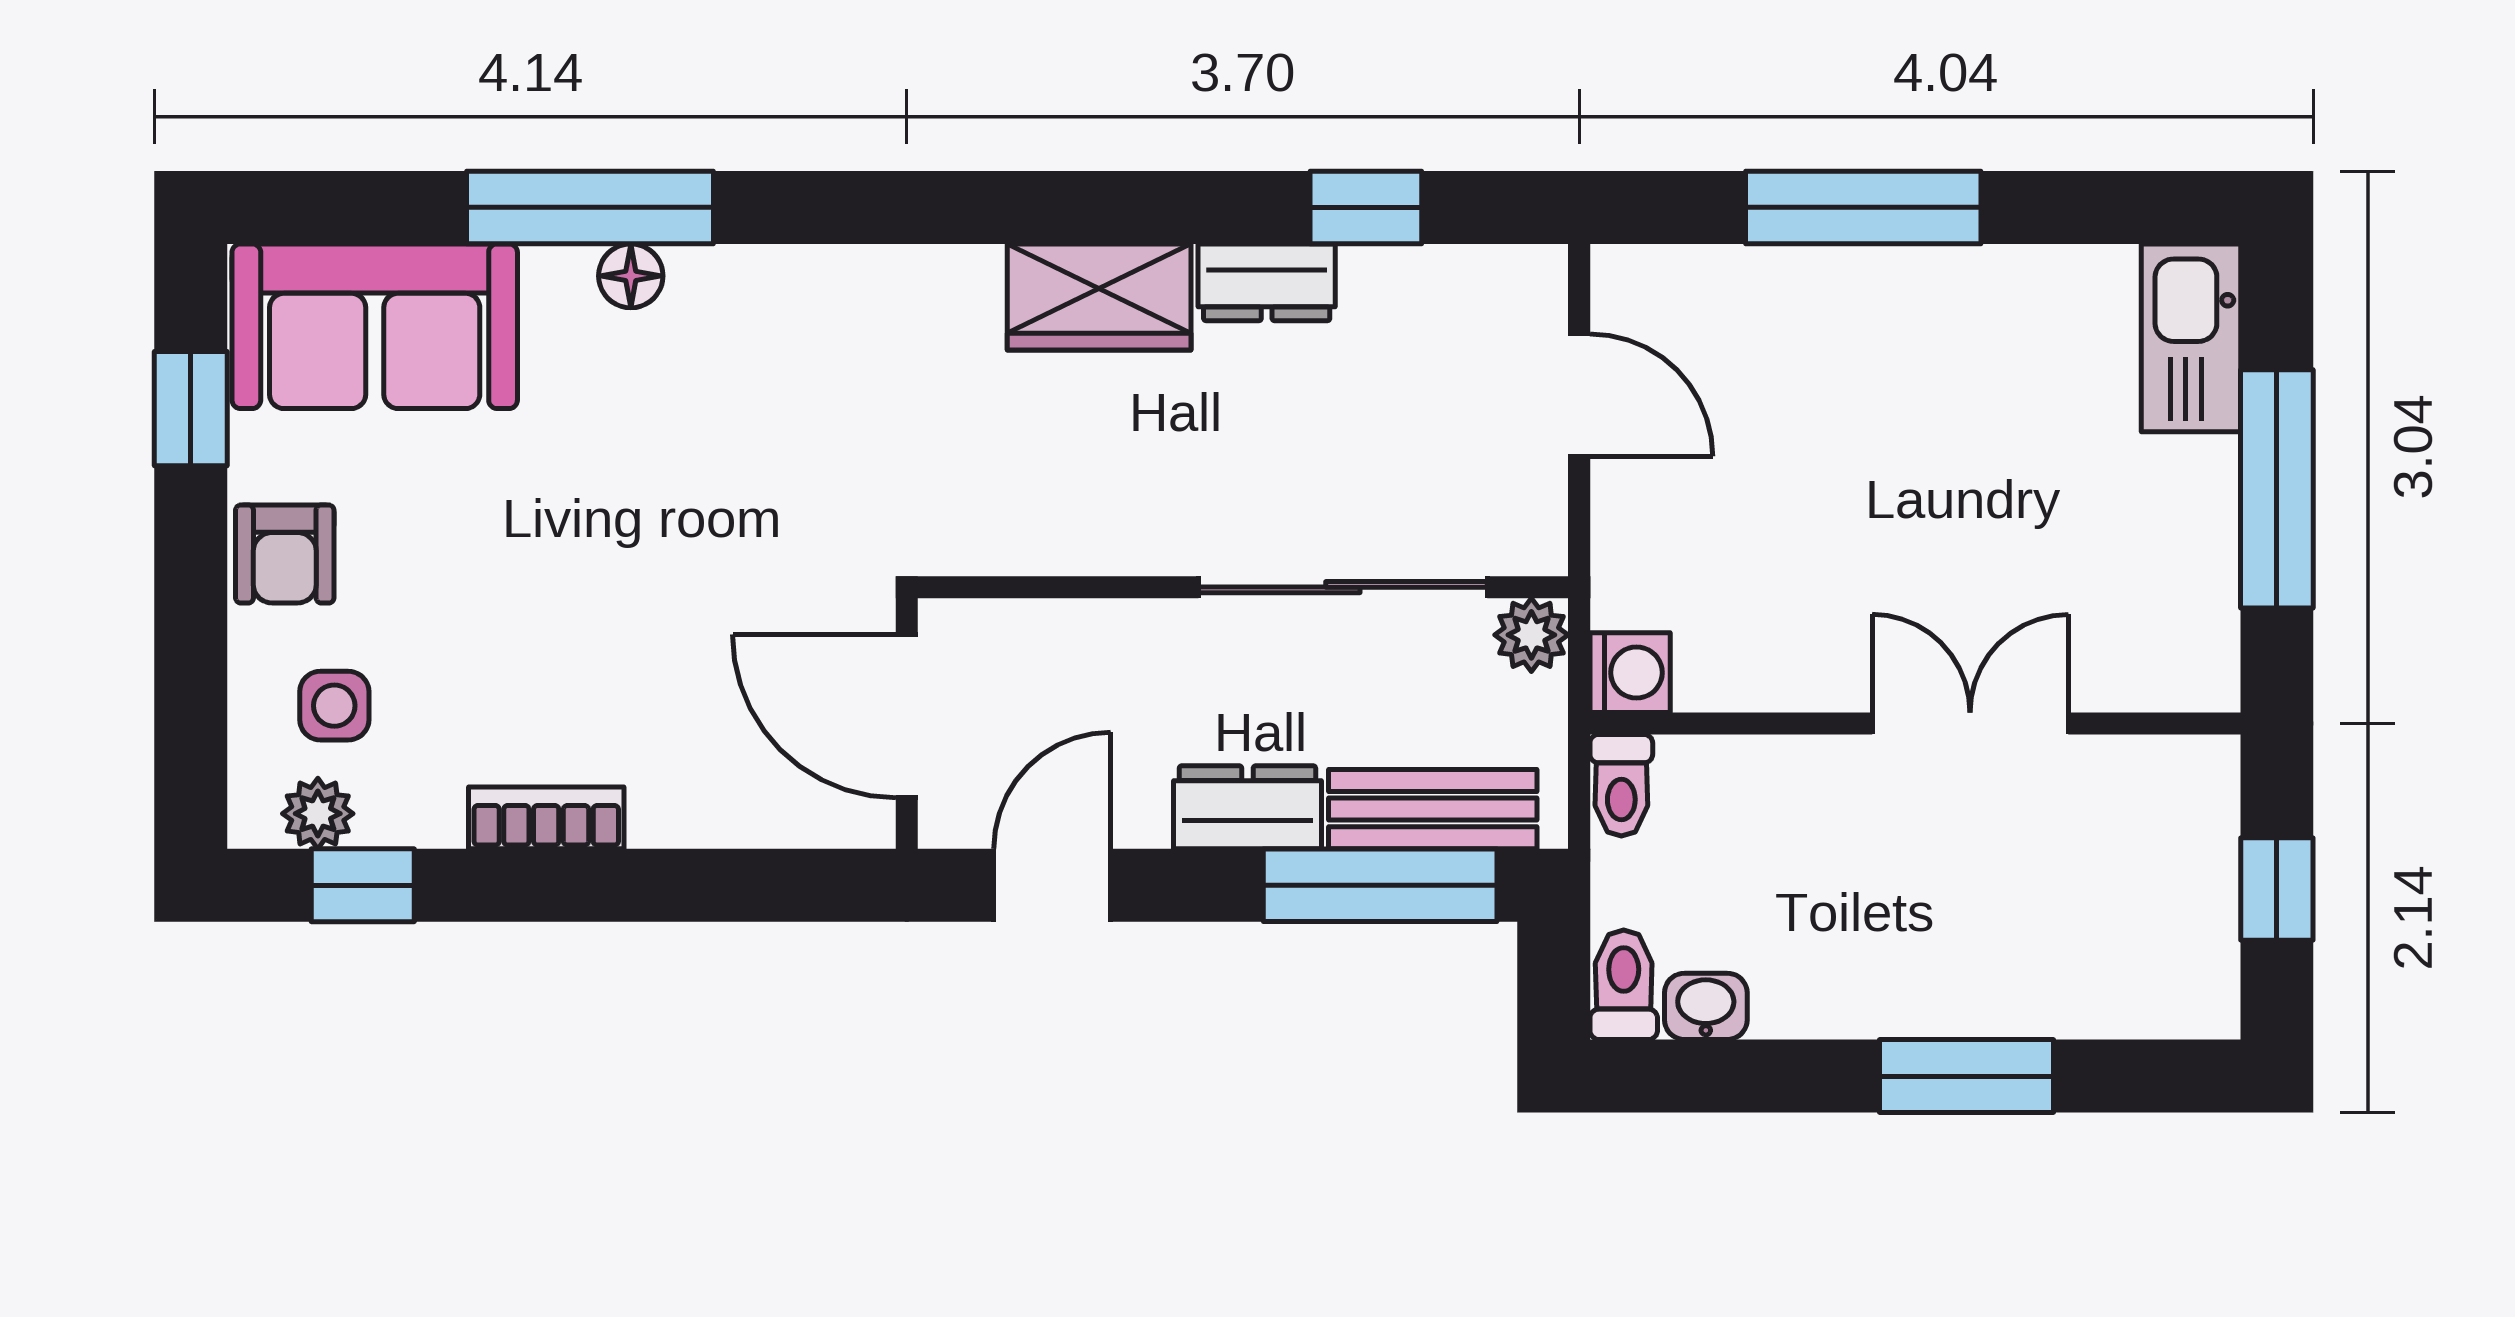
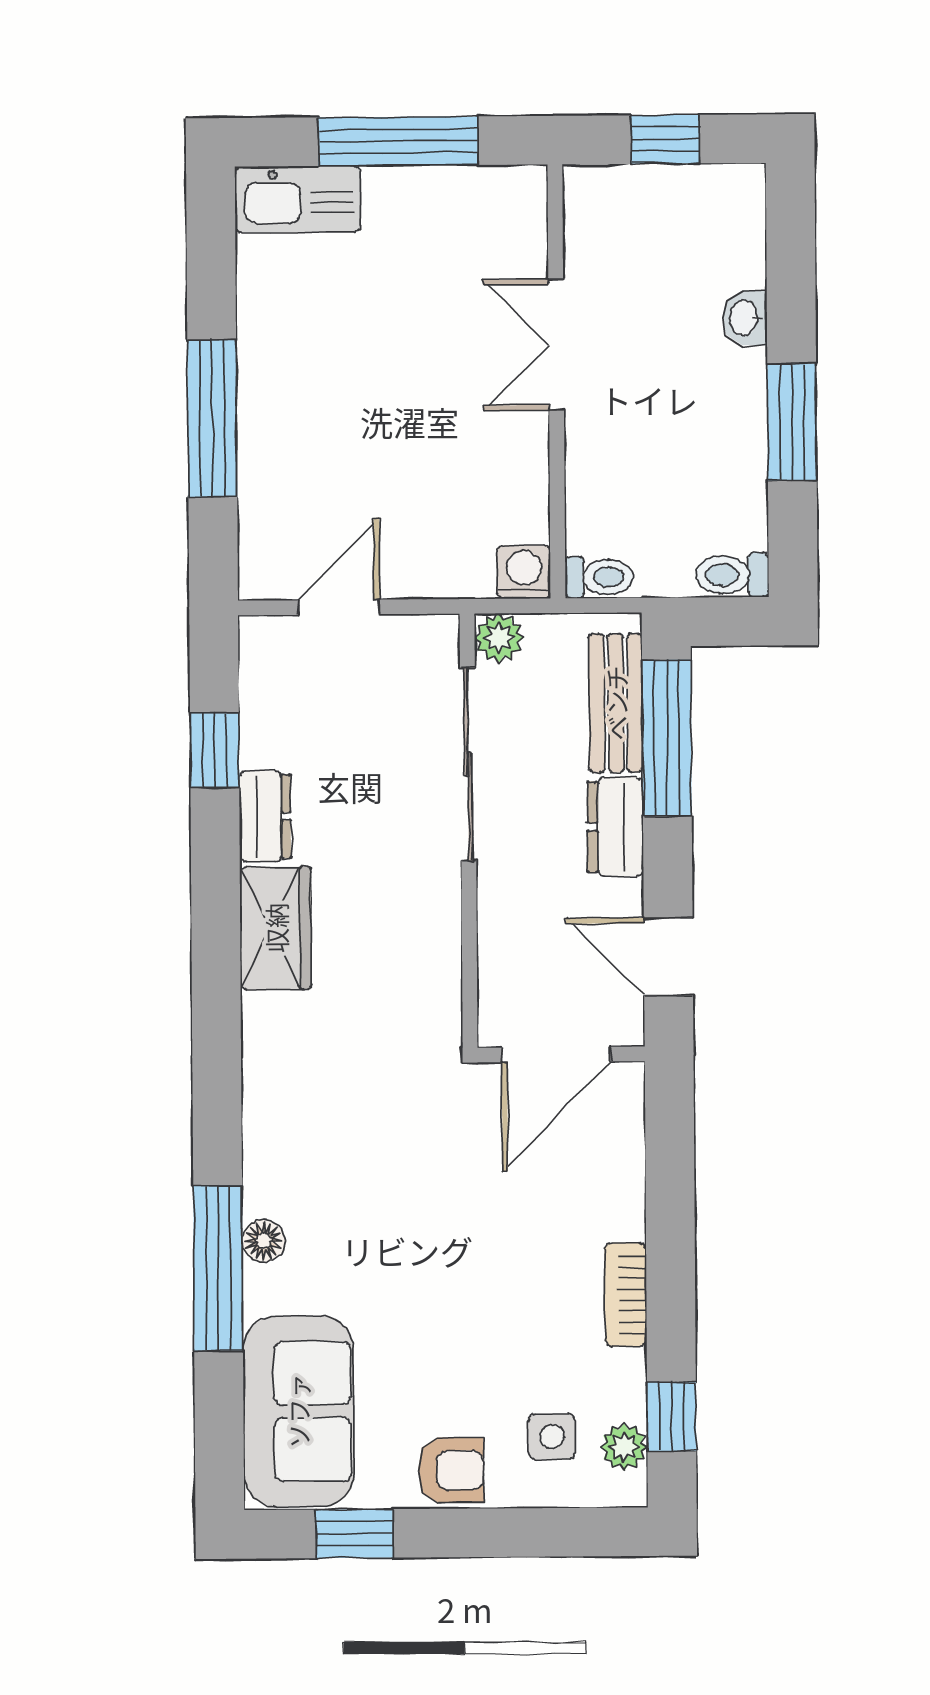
washbasin: (1706, 1006) -> (745, 318), moved
window: (1967, 1076) -> (792, 422), moved

